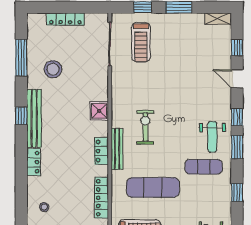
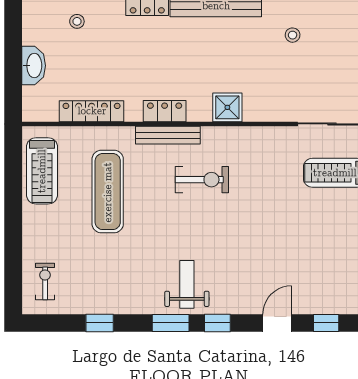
stool: (53, 69) -> (293, 35), width x0.53, depth x0.53
weight bench: (212, 137) -> (187, 284), turned 90
exercise mat: (204, 167) -> (140, 271), removed

